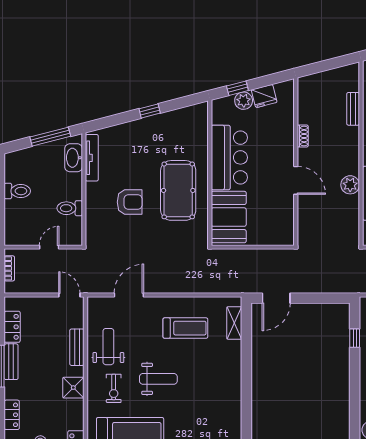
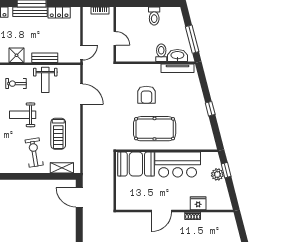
fridge: (264, 96) -> (198, 203), moved, turned 105
toilet: (70, 208) -> (161, 53), moved
weight bench: (108, 347) -> (45, 80), turned 90
bench: (11, 362) -> (30, 12), width x1.36
exercise bike: (212, 363) -> (34, 152), added
weight bench: (158, 379) -> (23, 115), turned 90

